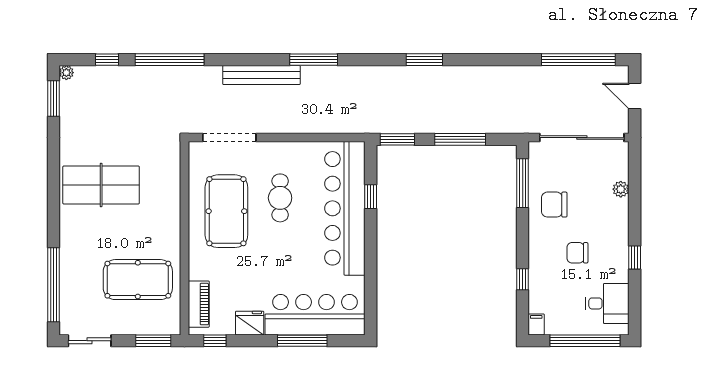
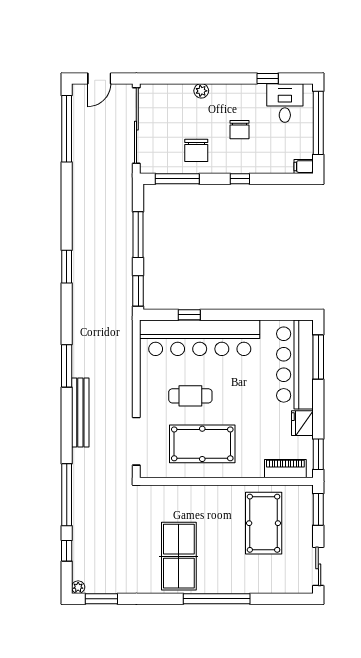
plant: (621, 189) -> (201, 91), moved
window: (635, 257) -> (268, 78), moved
window: (523, 279) -> (240, 179), moved
window: (53, 285) -> (217, 599), moved
window: (215, 341) -> (318, 454), width x1.50
window: (302, 341) -> (318, 357), moved

